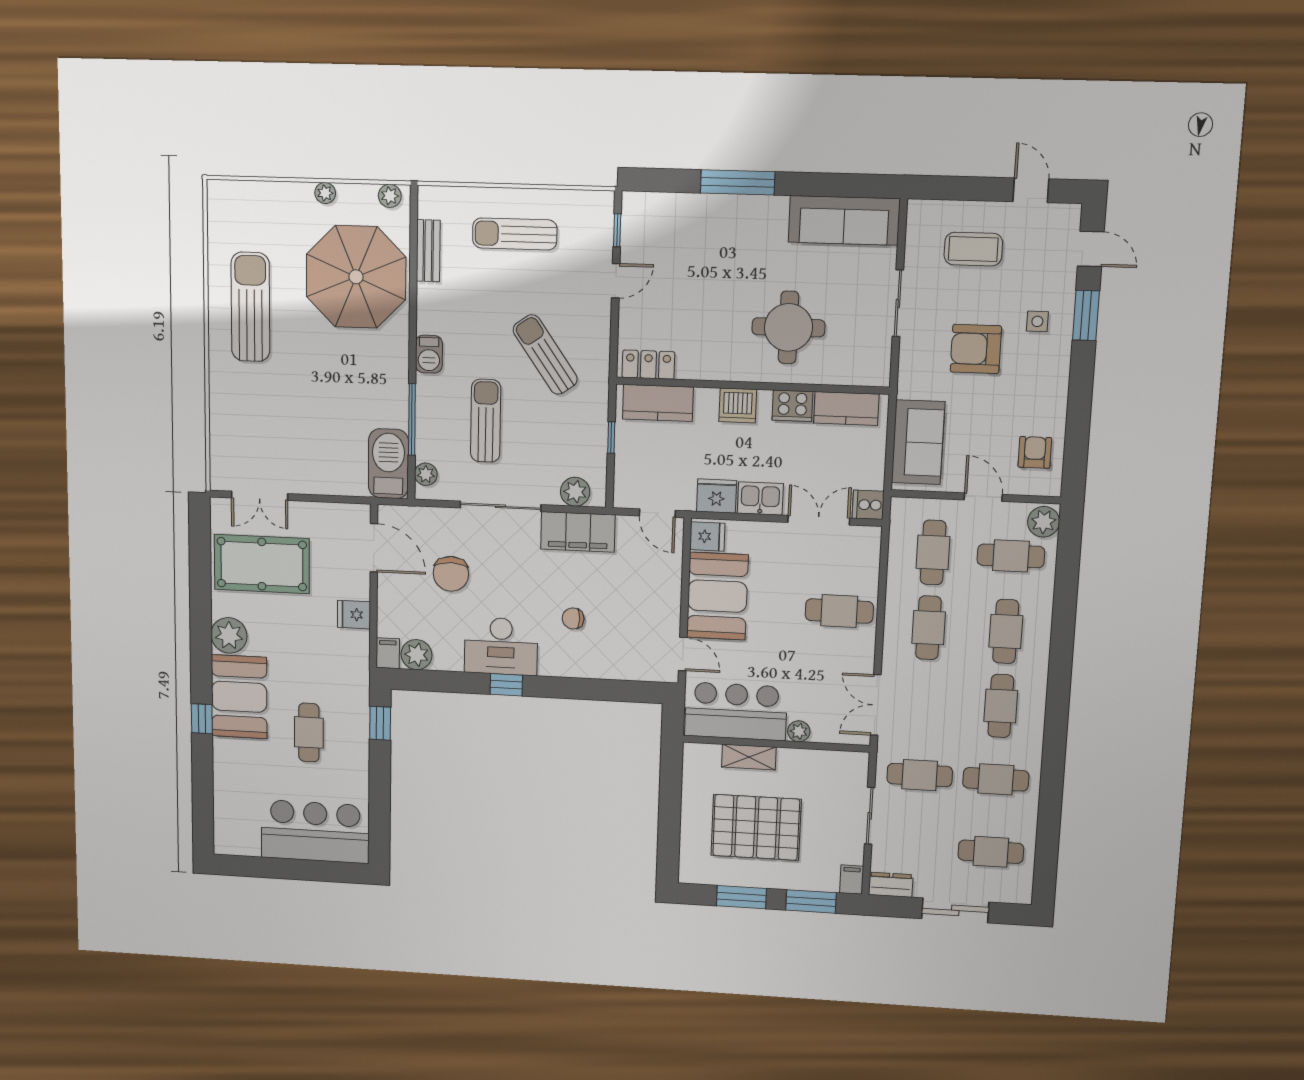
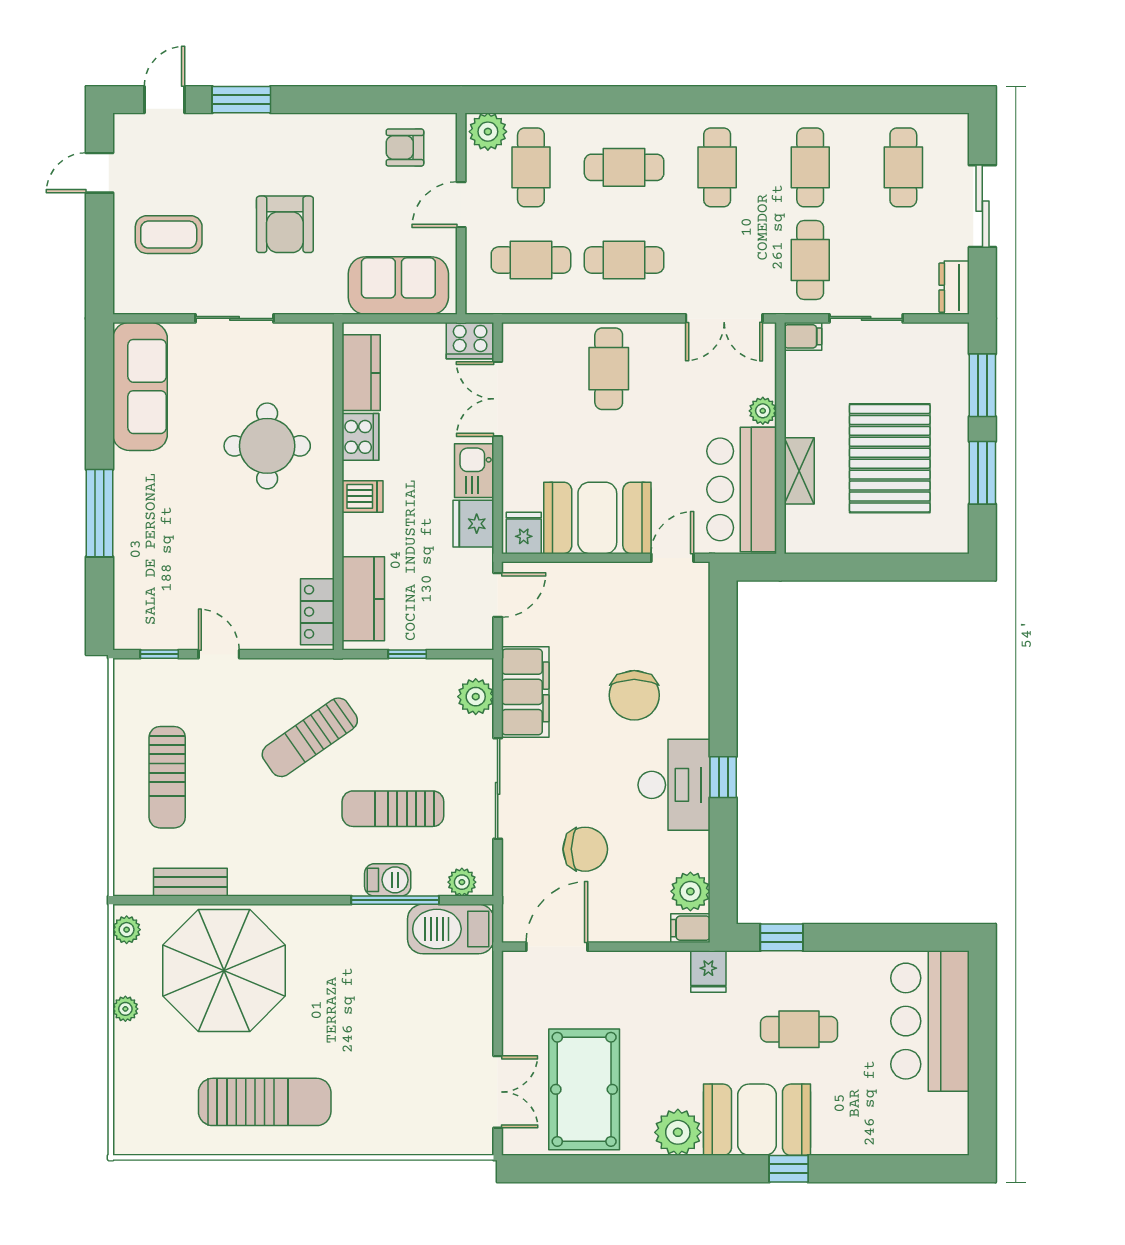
coffee table: (973, 249) -> (169, 235), turned 90
sun lounger: (250, 307) -> (265, 1102), turned 180
side table: (1037, 321) -> (250, 155), removed
barbecue: (429, 354) -> (388, 880), moved
dishwasher: (738, 405) -> (363, 496), width x0.73
cooker: (868, 505) -> (470, 341), width x1.36
fridge: (354, 615) -> (708, 972), moved
chair: (573, 618) -> (634, 695), width x1.87, depth x1.87
cafe table: (1001, 706) -> (717, 167), turned 90
filing cabinet: (852, 880) -> (803, 336), moved, turned 180

